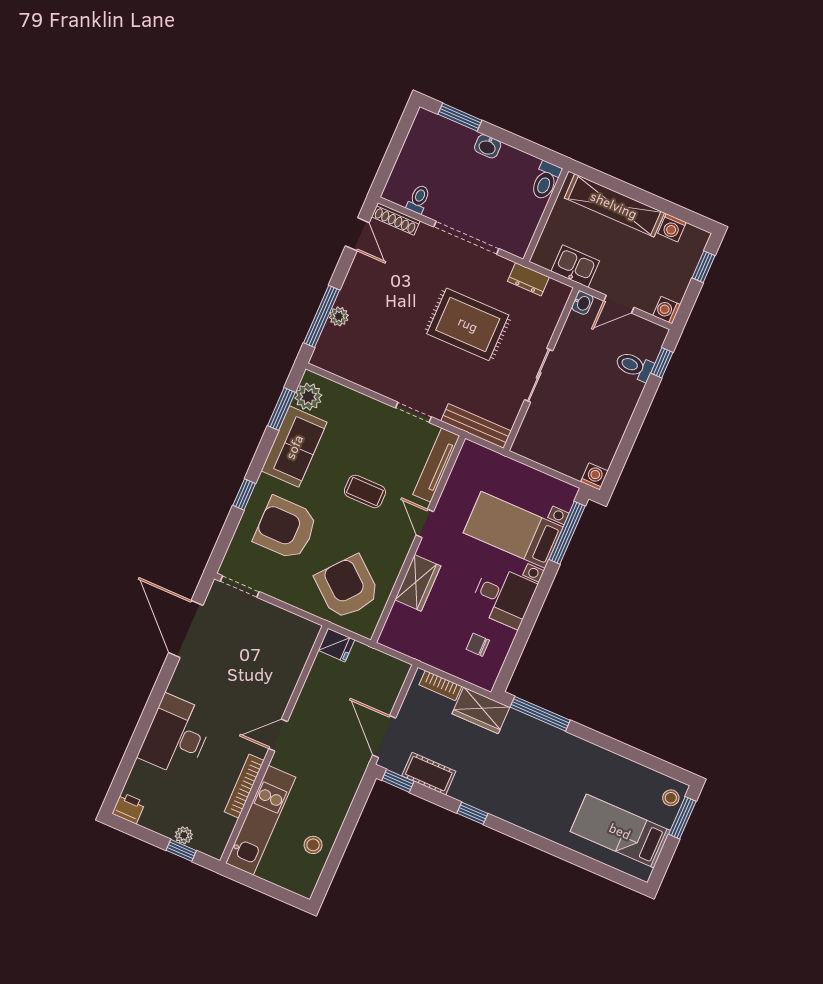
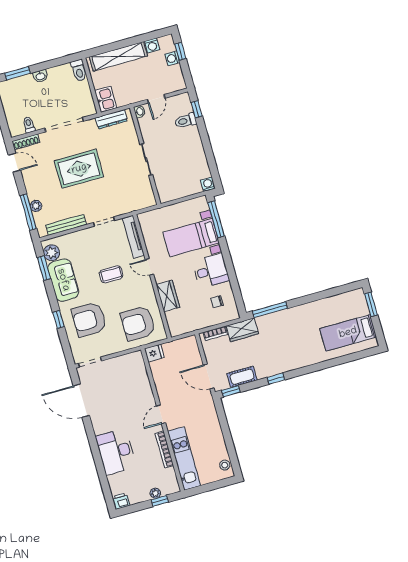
kitchen sink: (575, 266) -> (106, 99), moved, turned 90
dresser: (528, 279) -> (111, 119), width x1.44
washing machine: (667, 310) -> (172, 58), moved
rug: (468, 324) -> (79, 169), moved
bench: (476, 426) -> (66, 225), moved
armchair: (347, 587) -> (138, 323), turned -40
stool: (671, 798) -> (359, 300), removed
stool: (313, 845) -> (225, 465), moved

